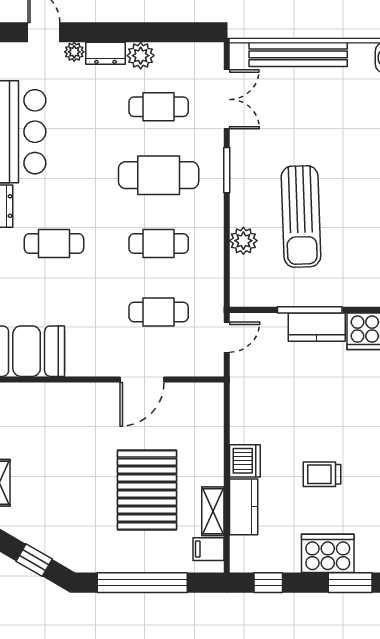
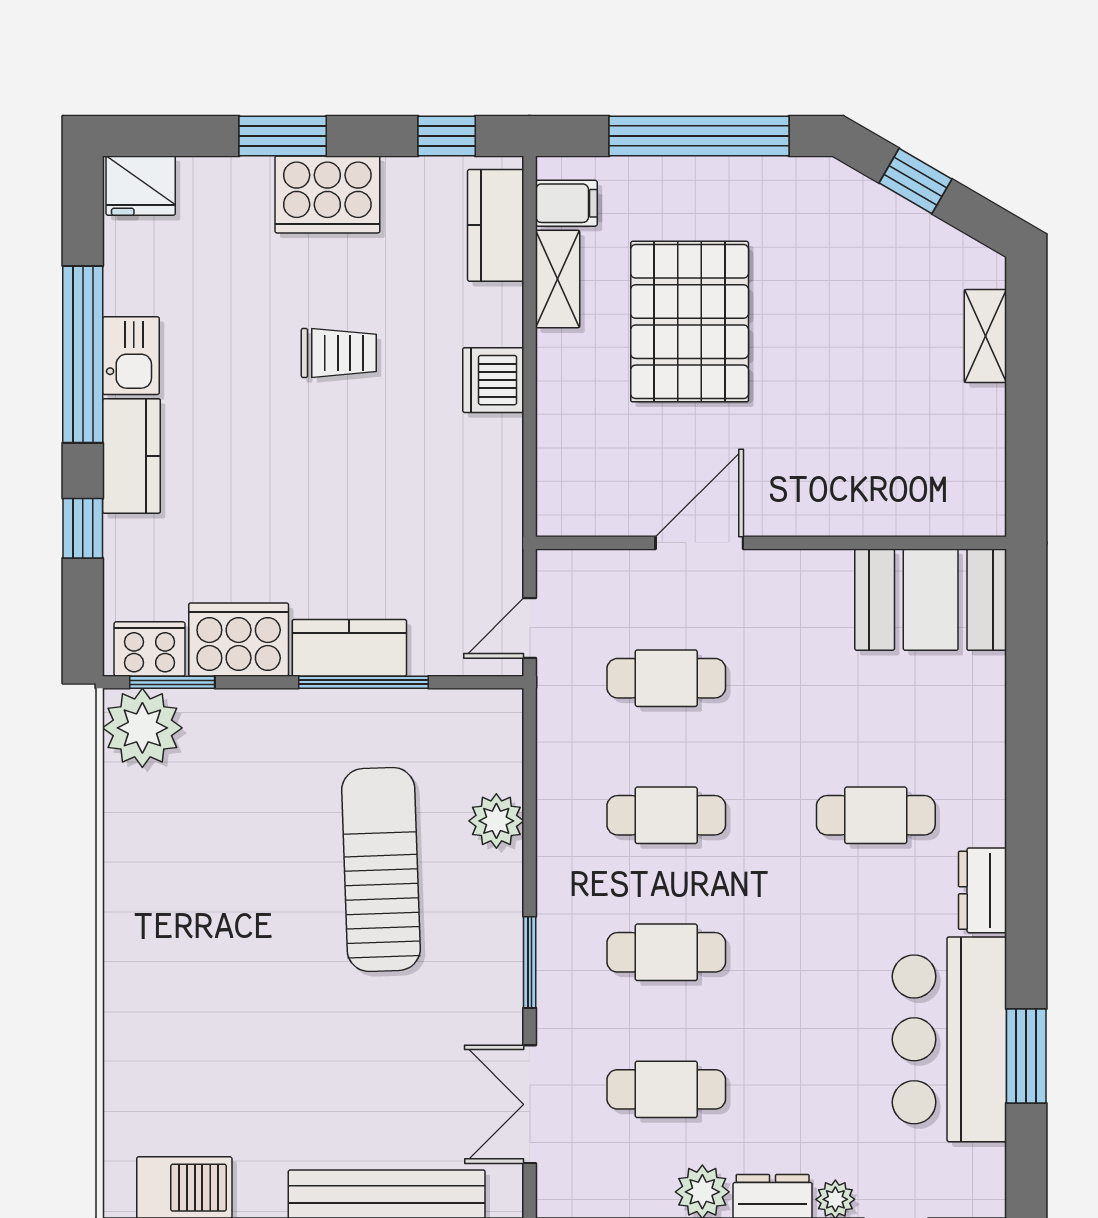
cafe table: (159, 175) -> (666, 952), width x0.73, depth x0.74
kitchen counter: (244, 507) -> (496, 225), moved

